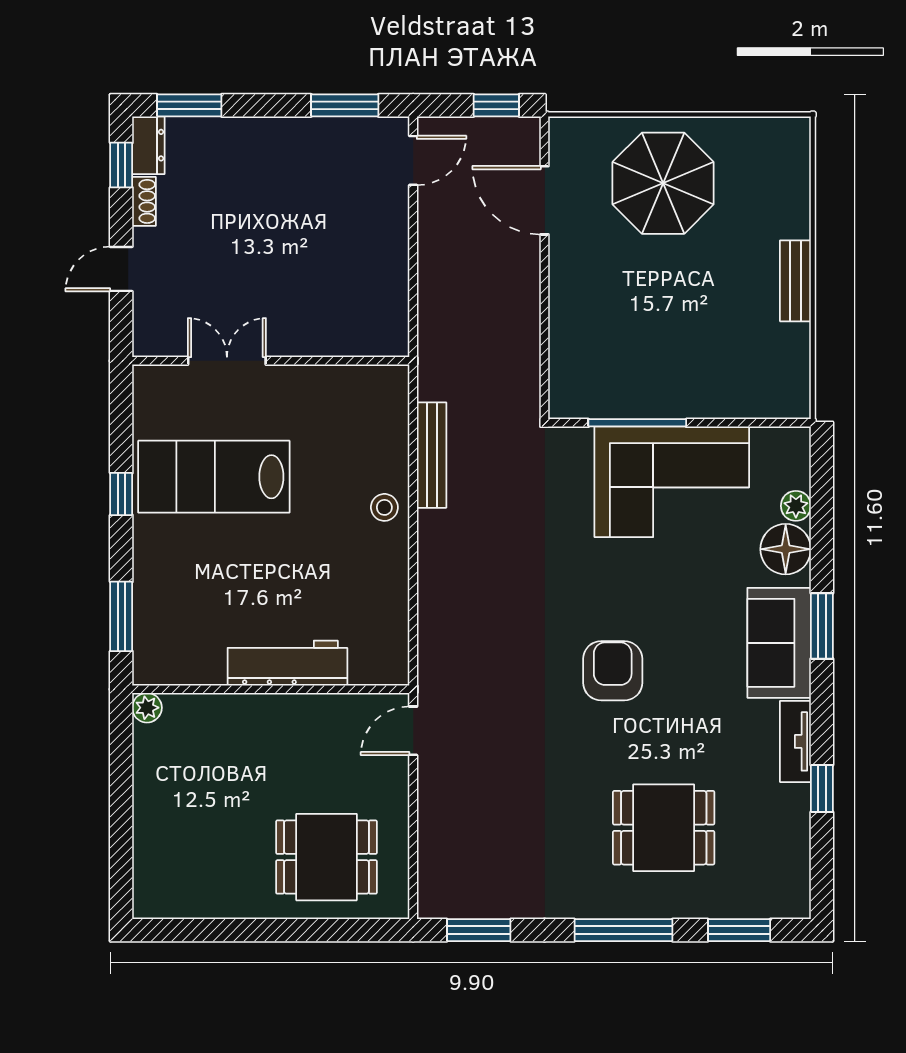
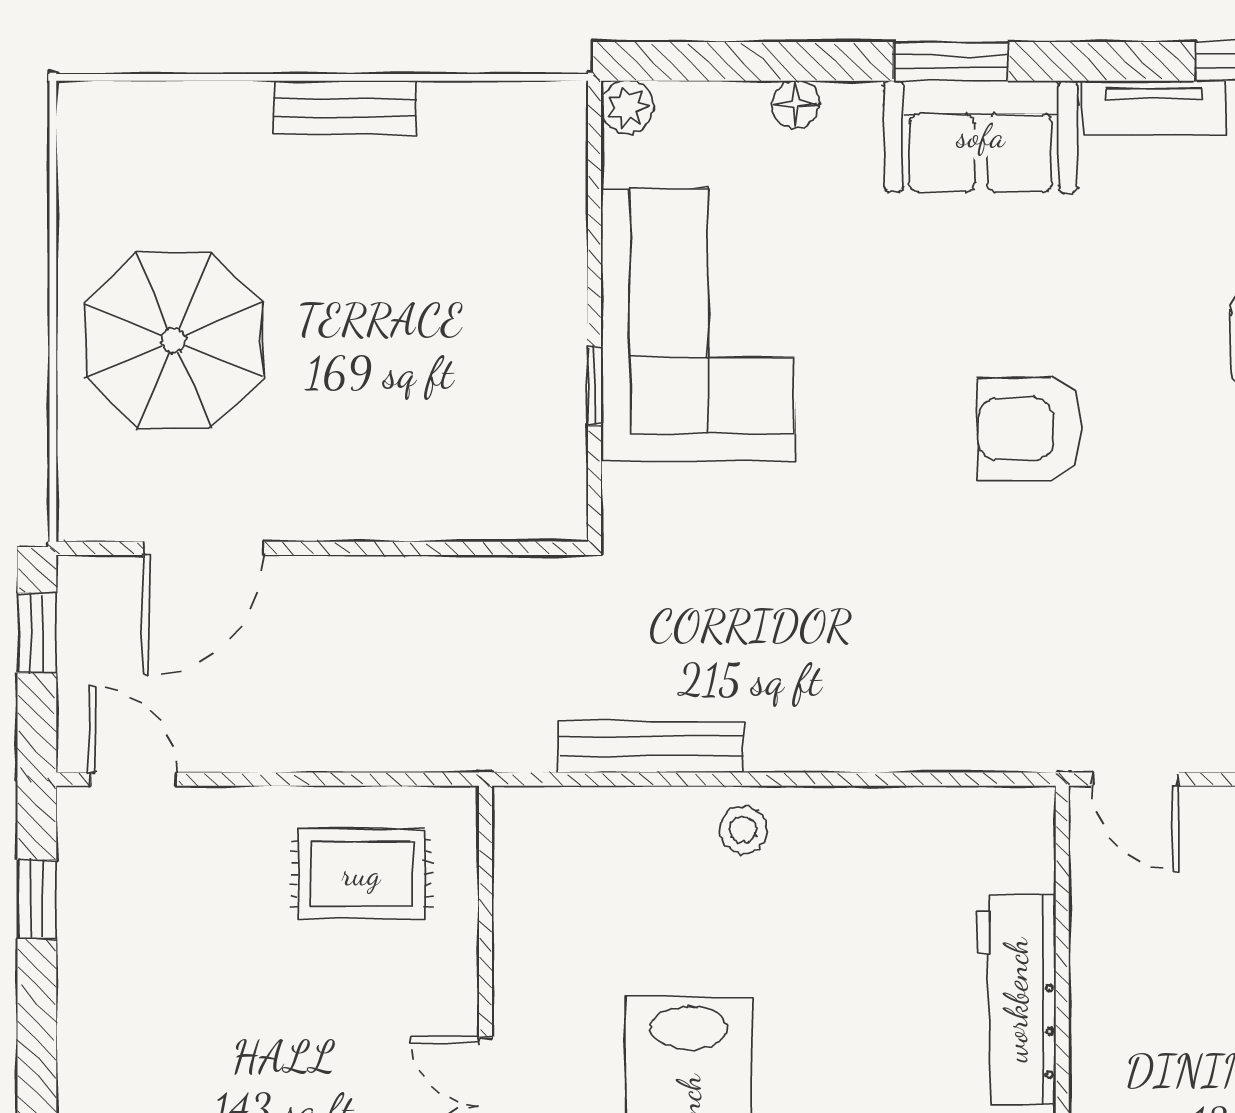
window: (345, 105) -> (37, 899), width x0.67
rug: (359, 290) -> (361, 874), added
window: (637, 423) -> (594, 385), width x0.46
plant: (796, 506) -> (627, 107), moved
floor lamp: (786, 549) -> (795, 104), width x0.53, depth x0.53

